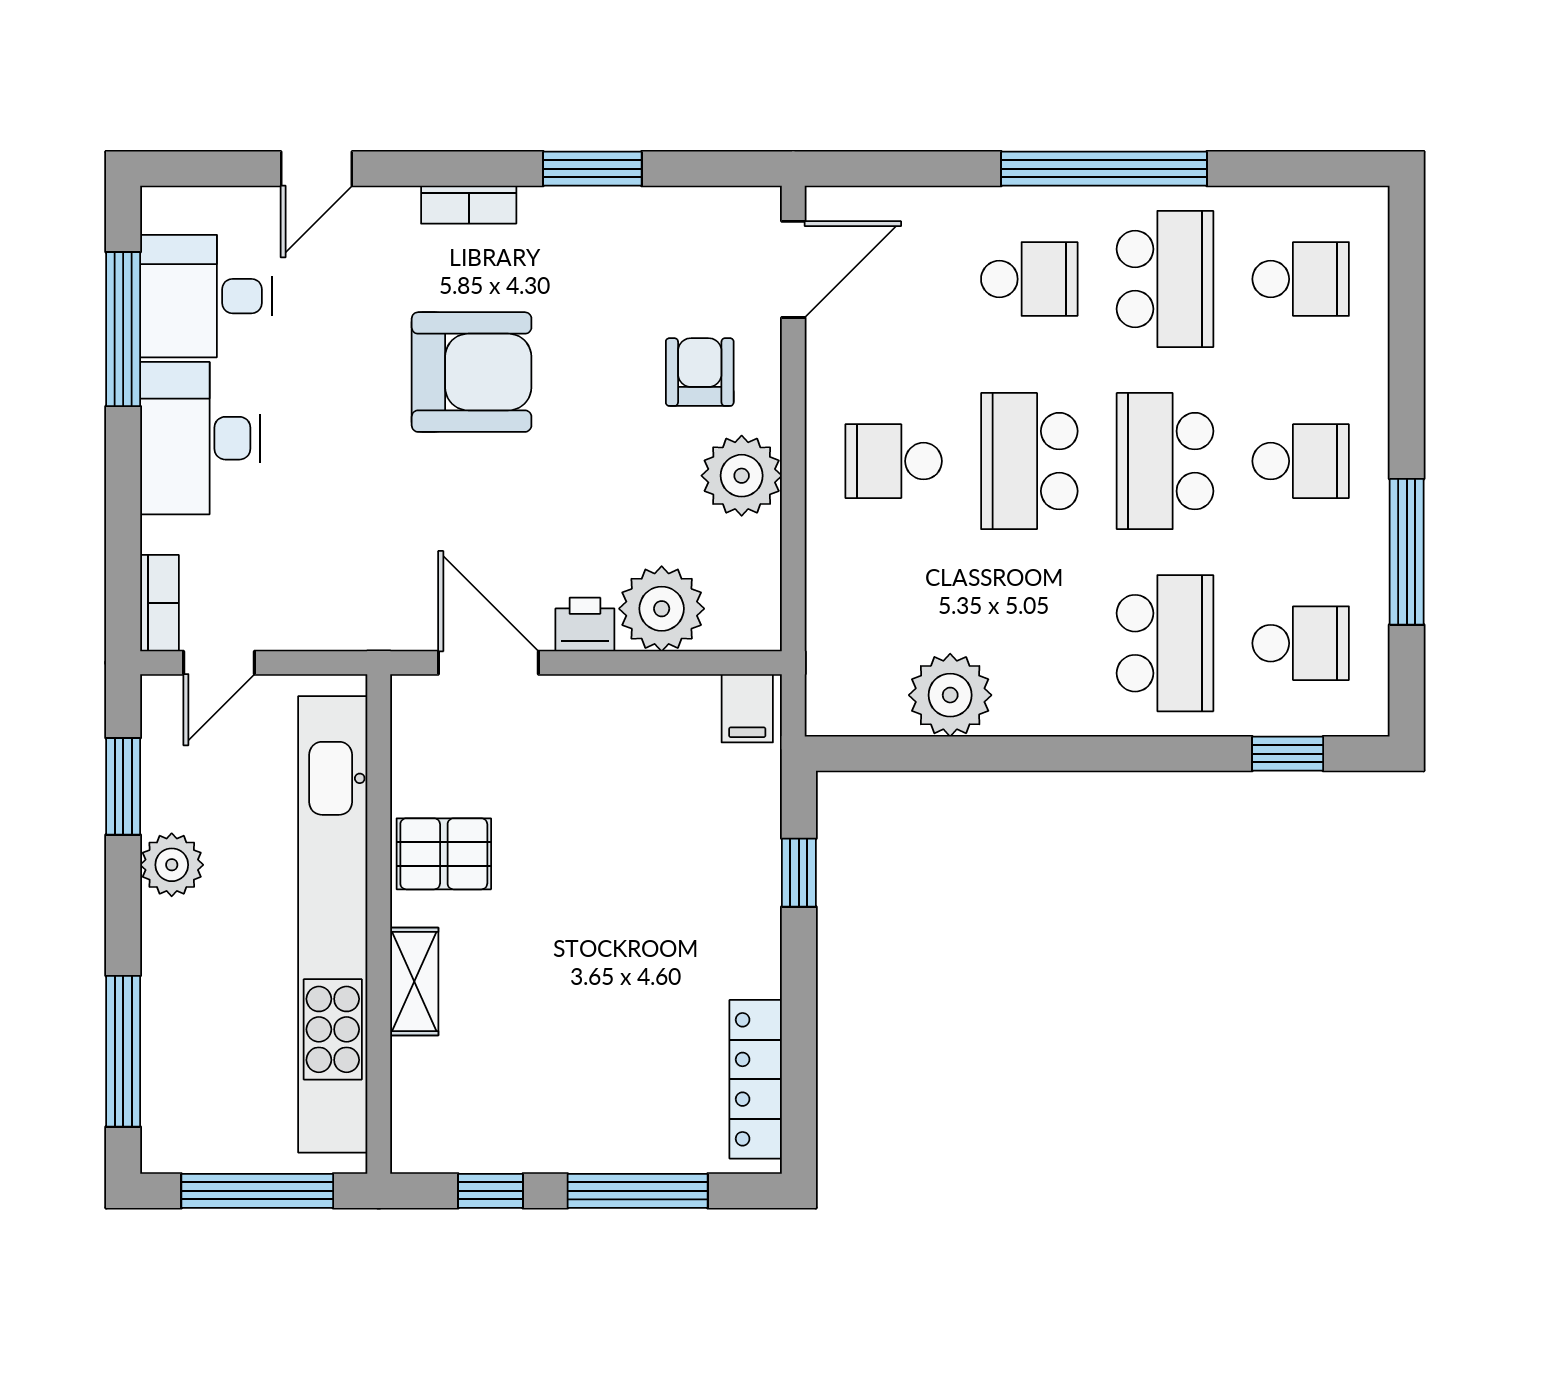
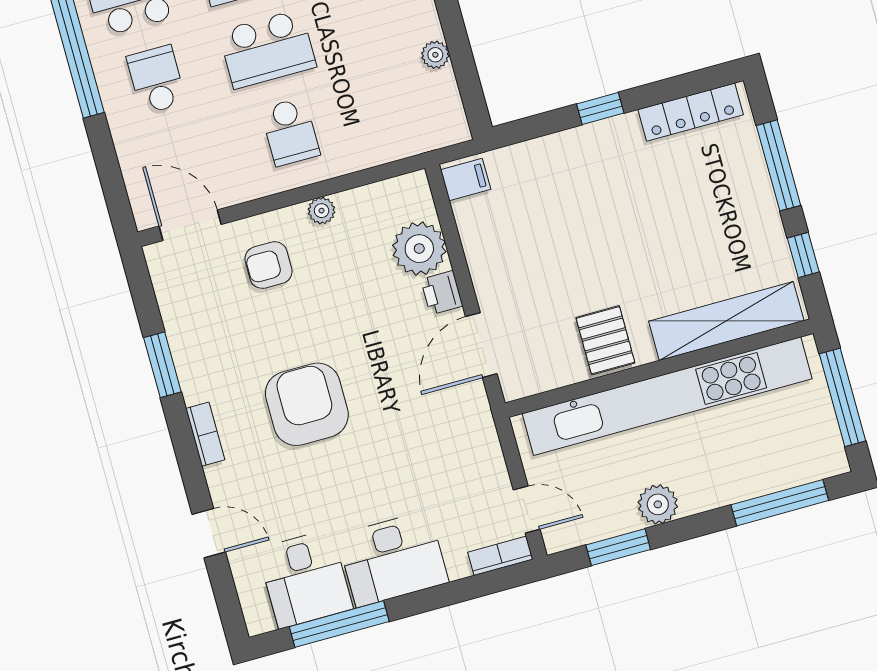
plant: (742, 476) -> (322, 211), width x0.53, depth x0.53
plant: (950, 695) -> (435, 55), width x0.53, depth x0.53
window: (799, 873) -> (600, 109), moved
shelving: (414, 981) -> (726, 321), width x2.20, depth x1.33

